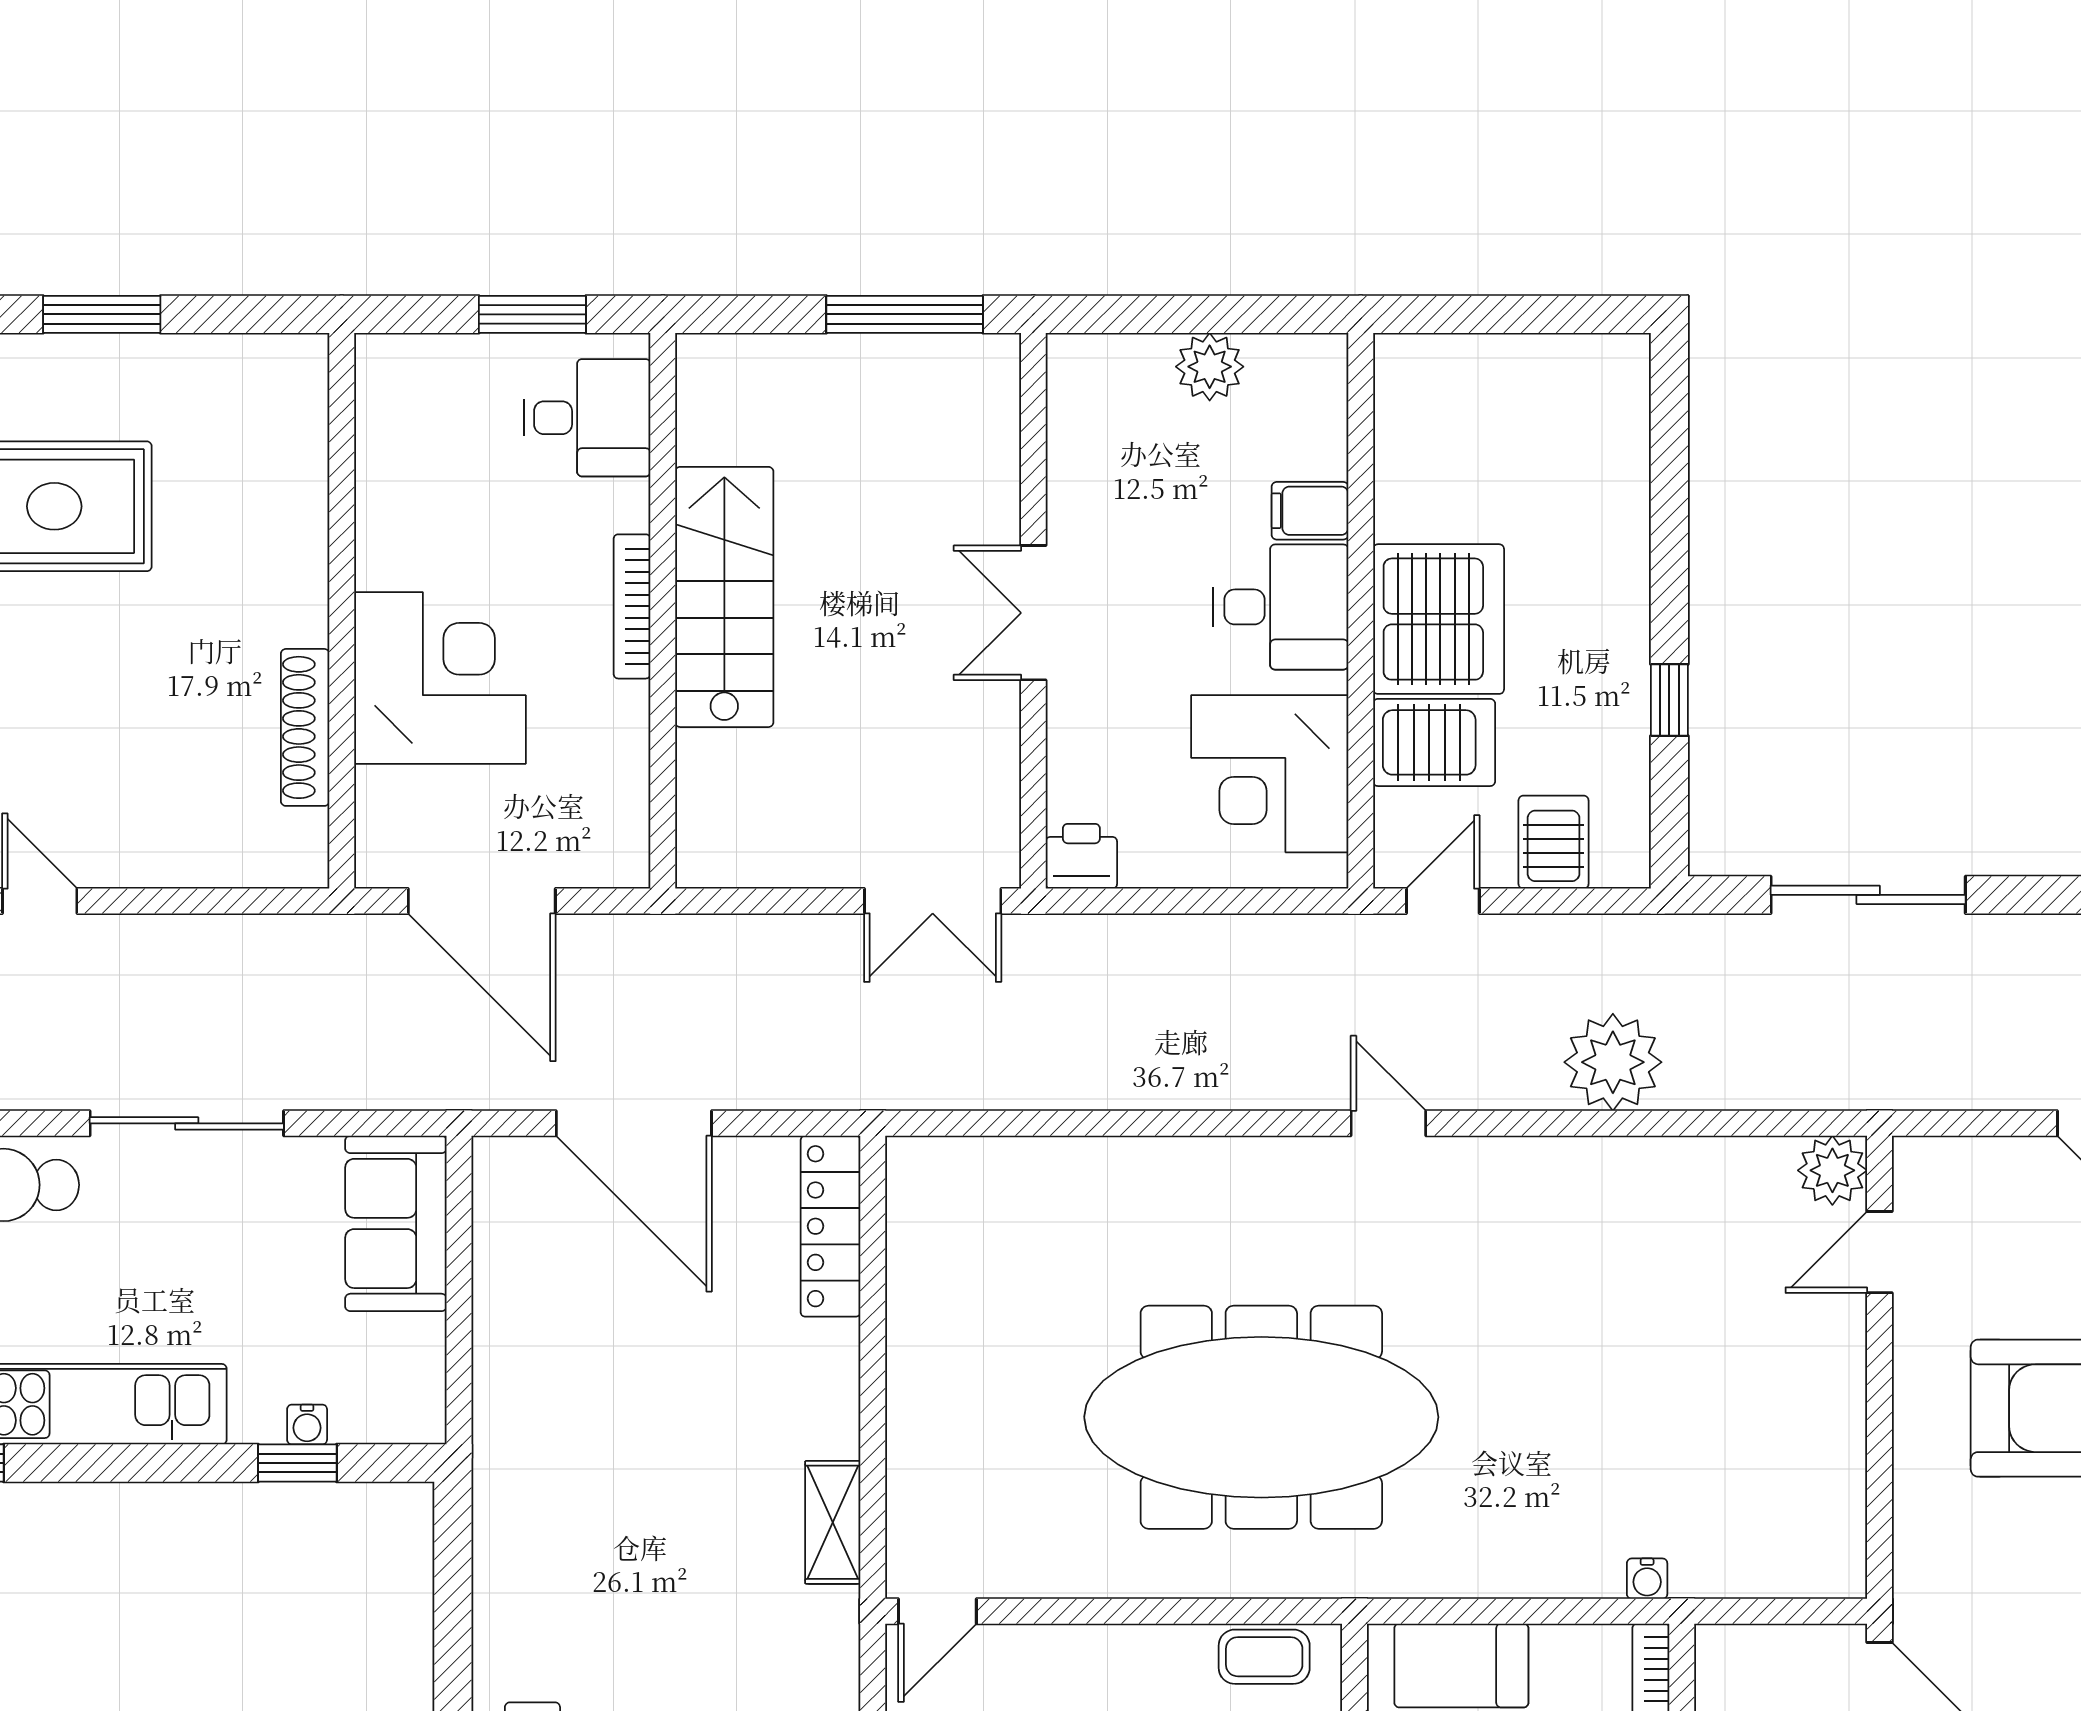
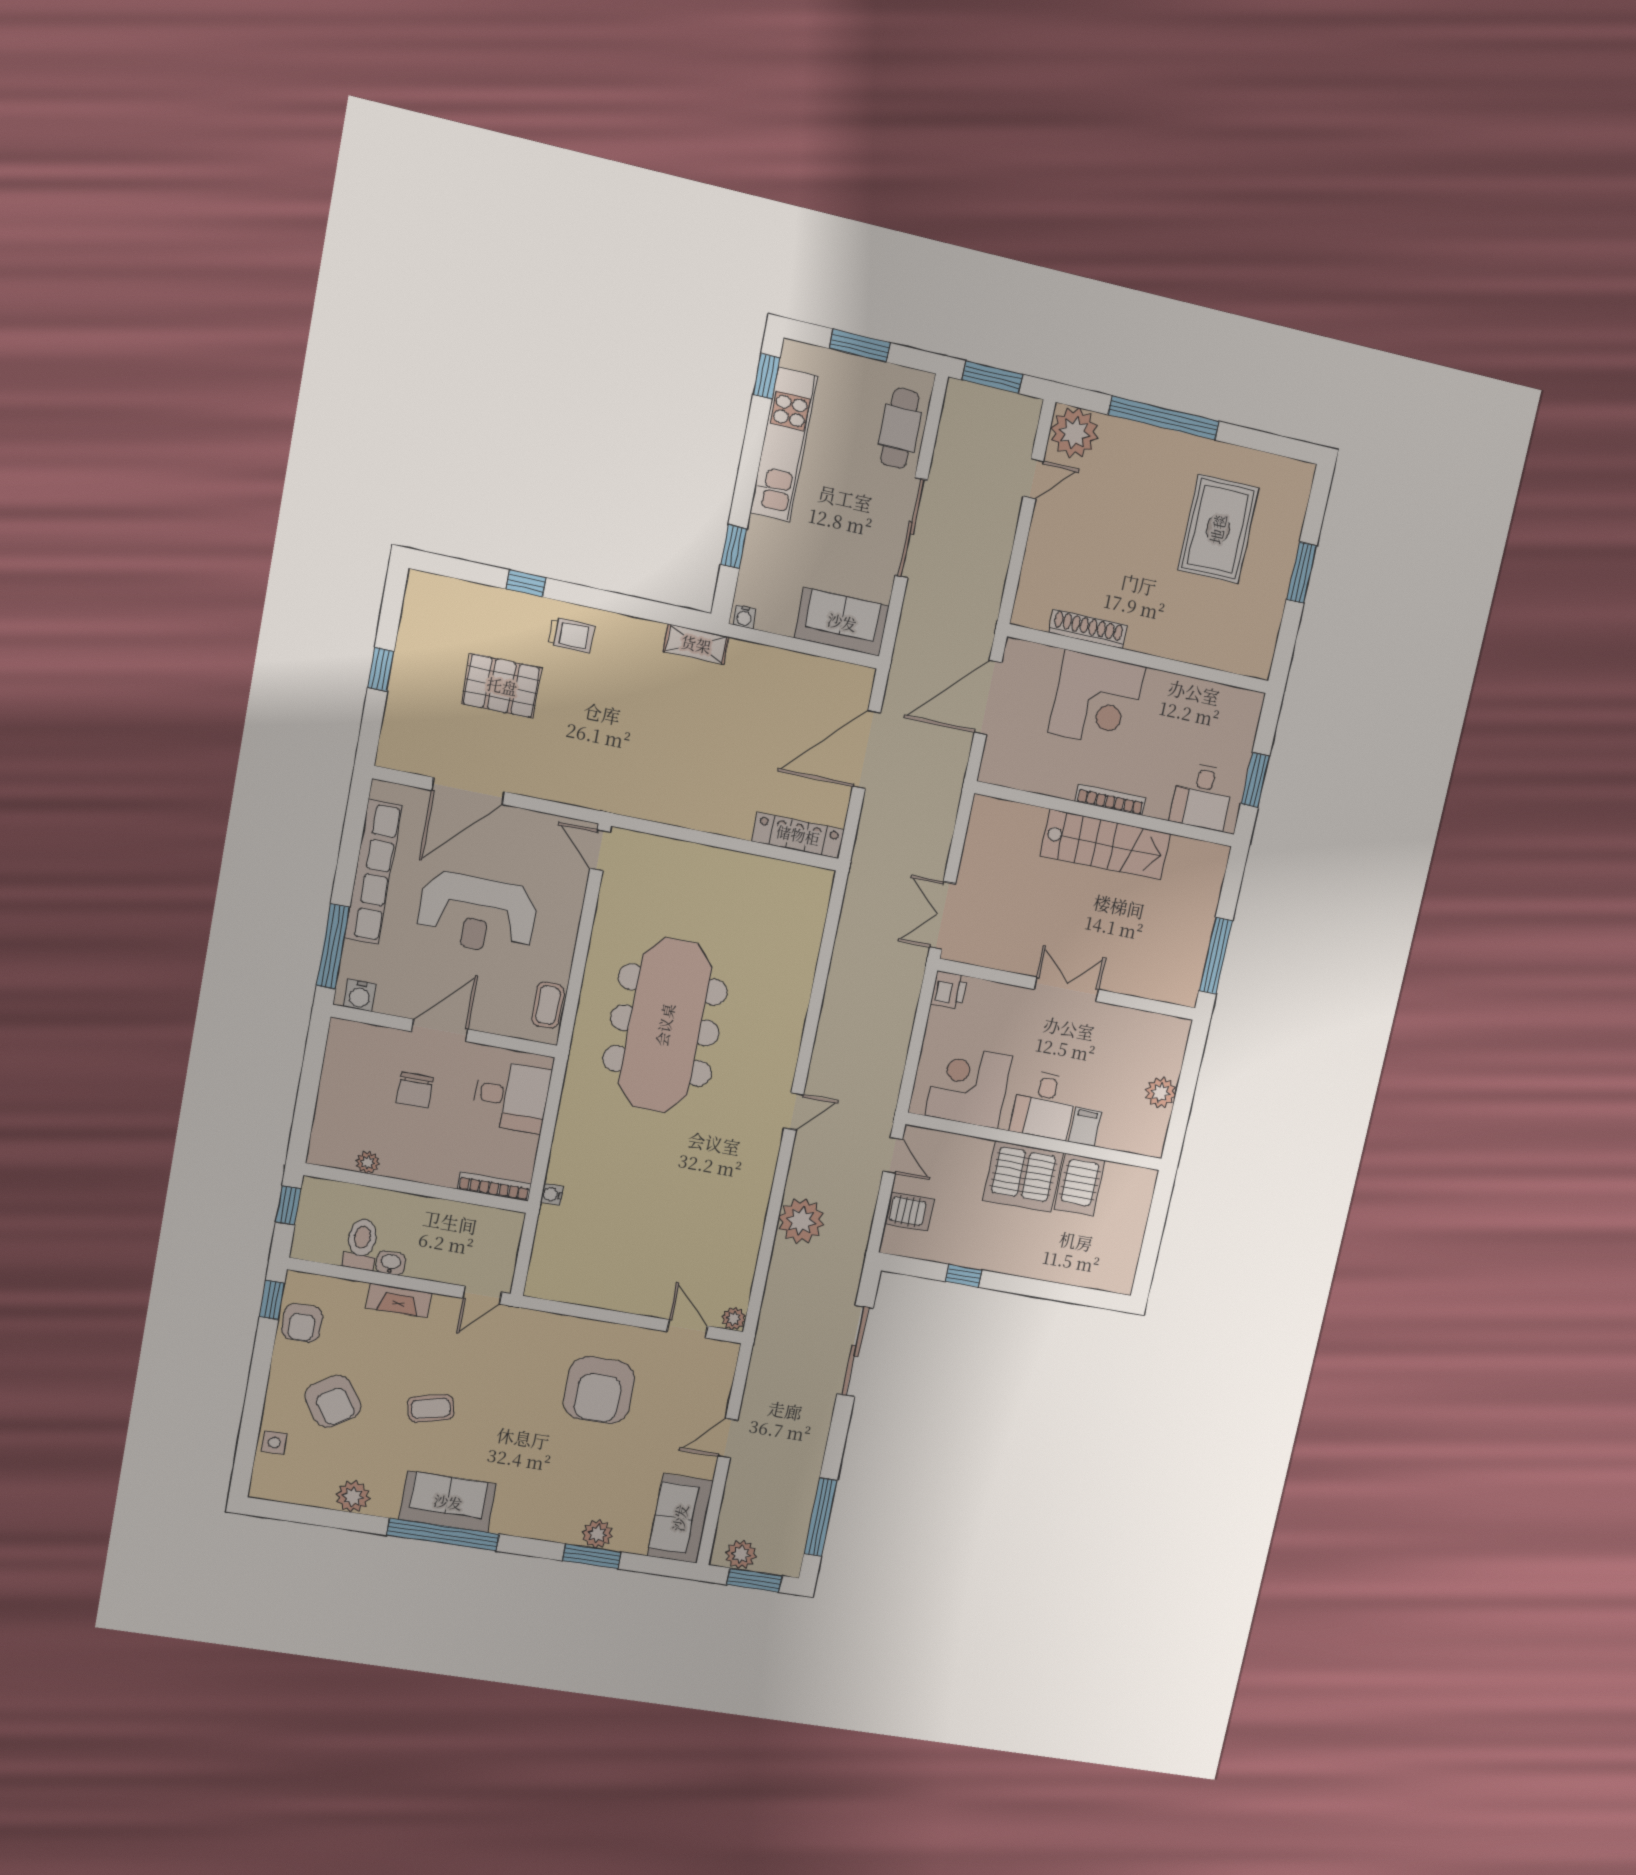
server rack: (1434, 742) -> (1080, 1185), moved
plant: (1832, 1170) -> (734, 1319), width x0.73, depth x0.73
water cooler: (307, 1425) -> (744, 617), moved, turned -90
shelving: (833, 1522) -> (696, 644), moved

